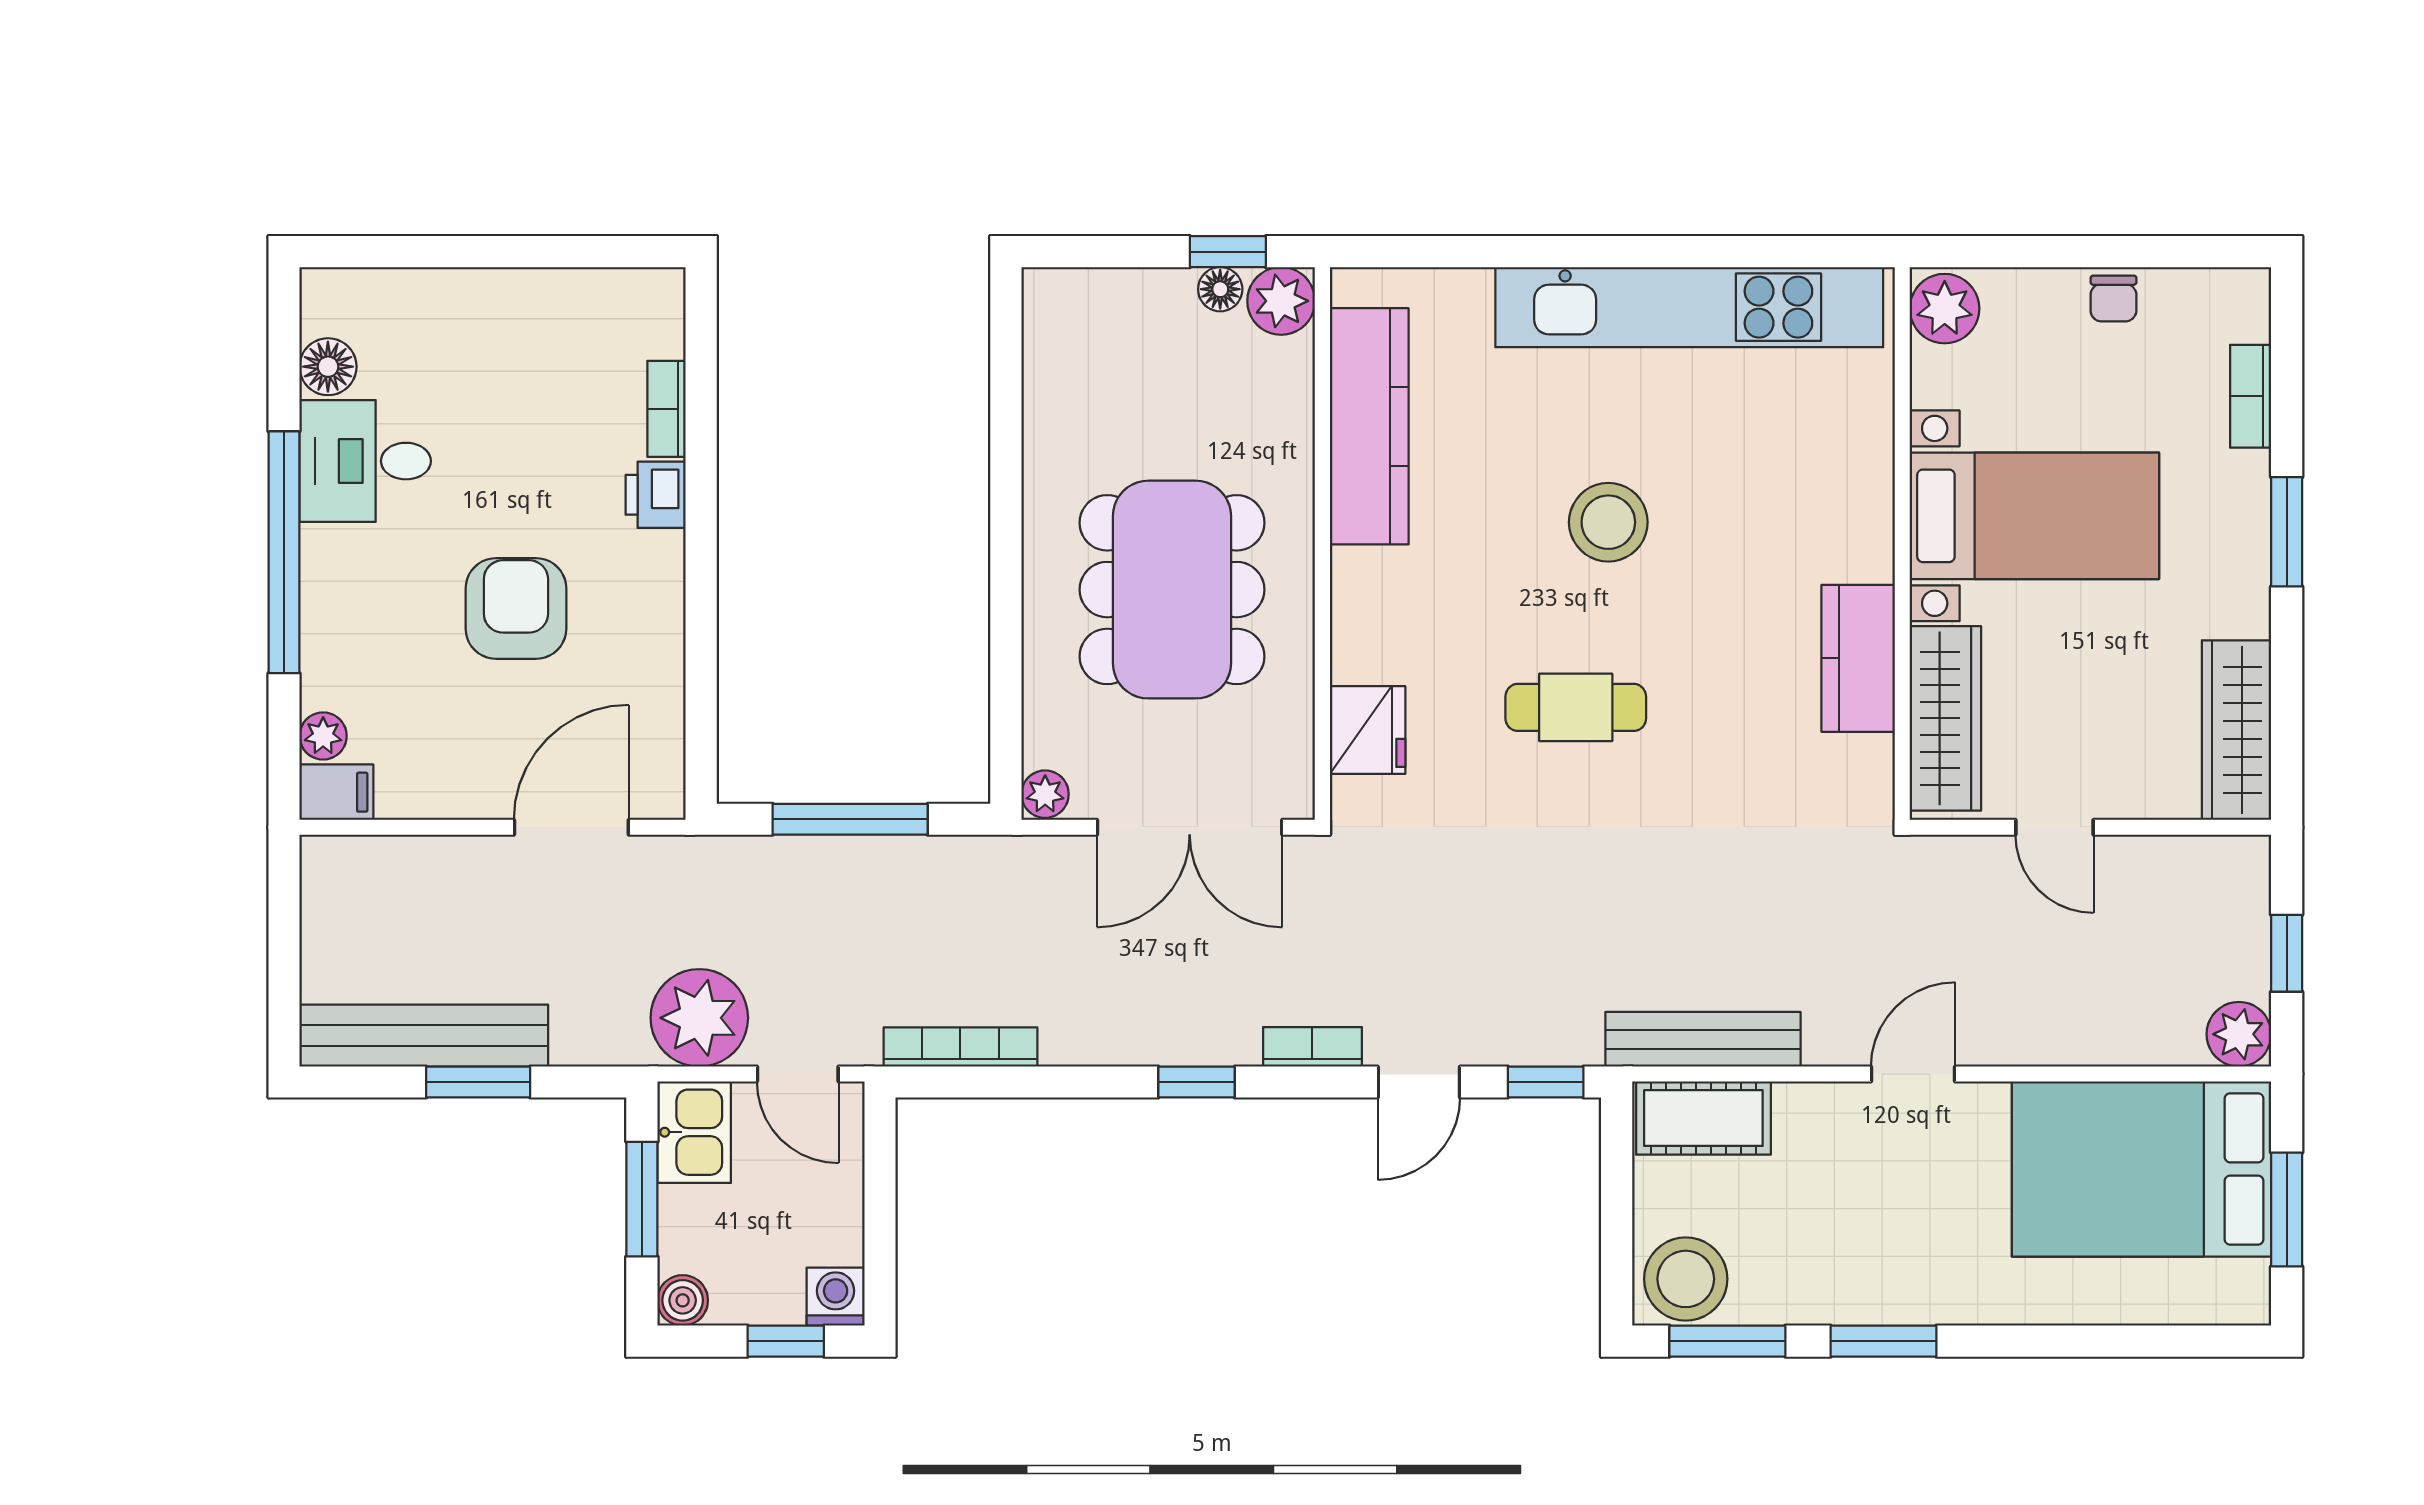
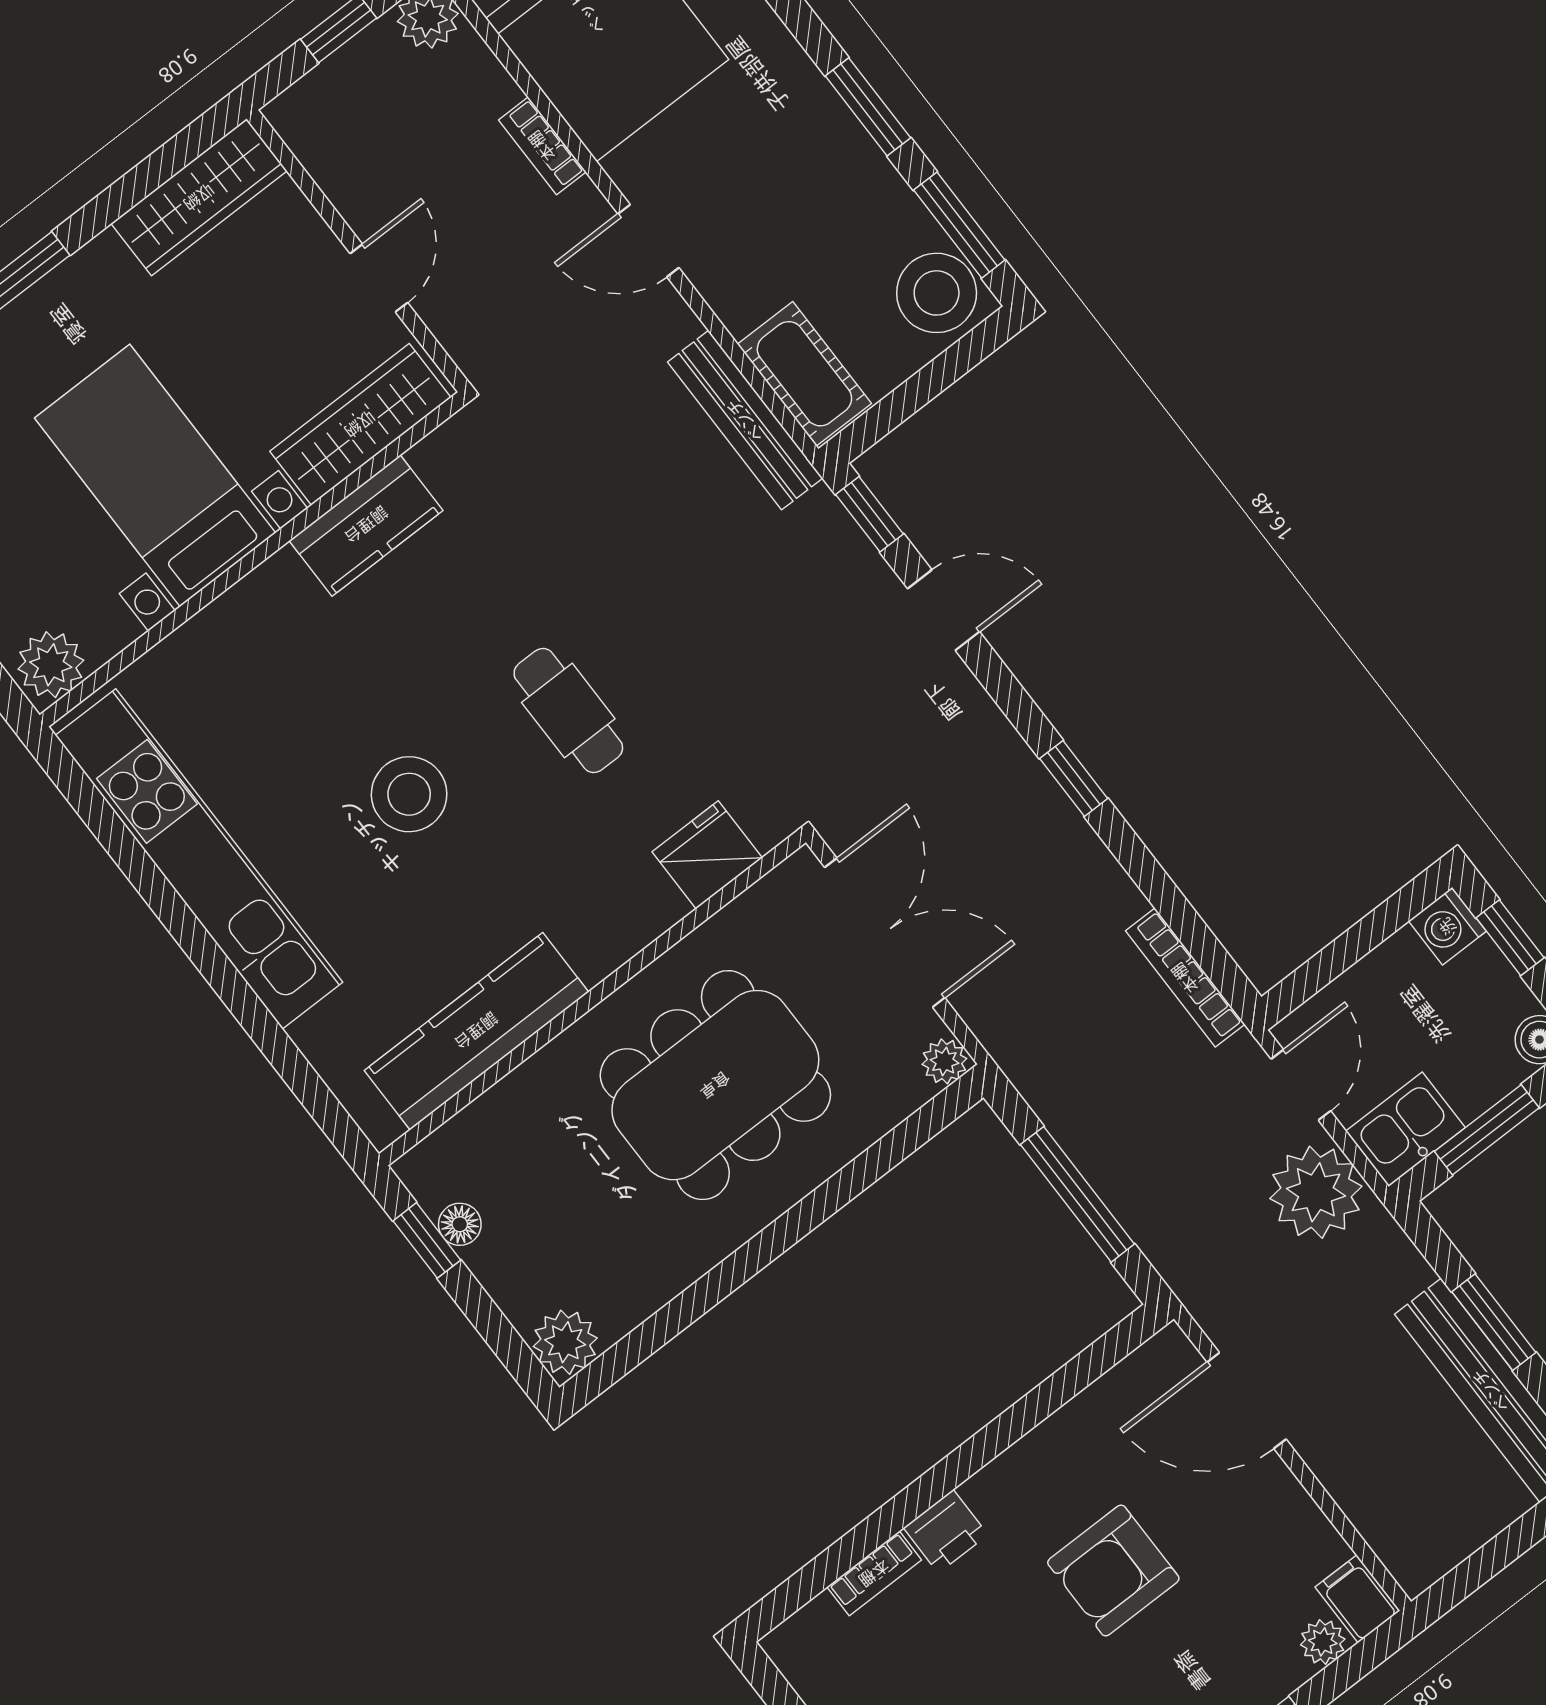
plant: (1281, 301) -> (565, 1342), moved
bookcase: (1312, 1047) -> (542, 146), moved

